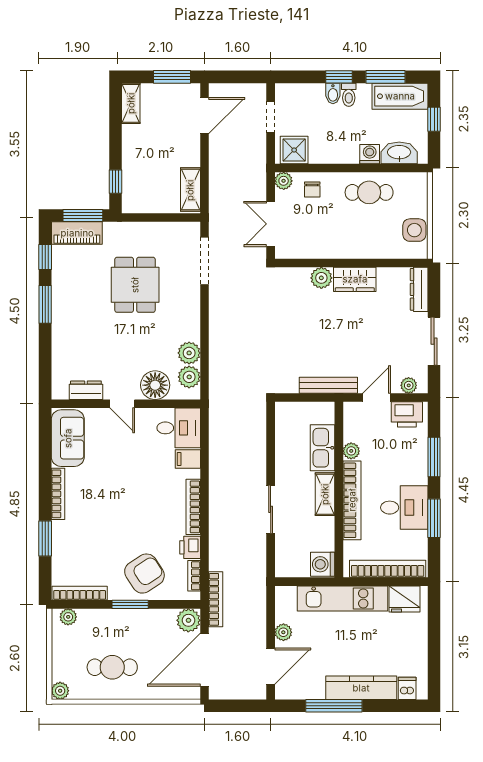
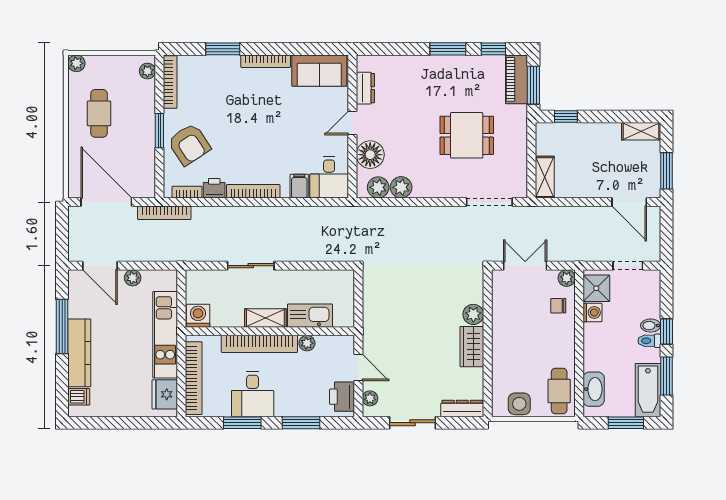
window: (434, 119) -> (626, 423), width x1.50
washing machine: (370, 154) -> (592, 312), moved
shelving: (190, 190) -> (545, 177), moved, turned 90
cafe table: (369, 192) -> (559, 391), moved
bench: (328, 385) -> (370, 321), removed
plant: (188, 620) -> (144, 187), removed

